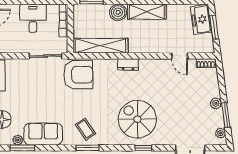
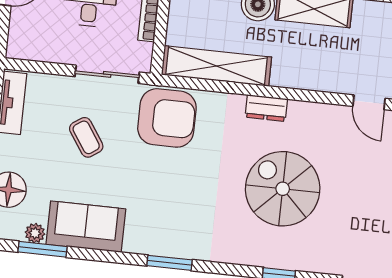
spiral stairs: (137, 119) -> (283, 189), moved
coffee table: (85, 129) -> (86, 137), moved

